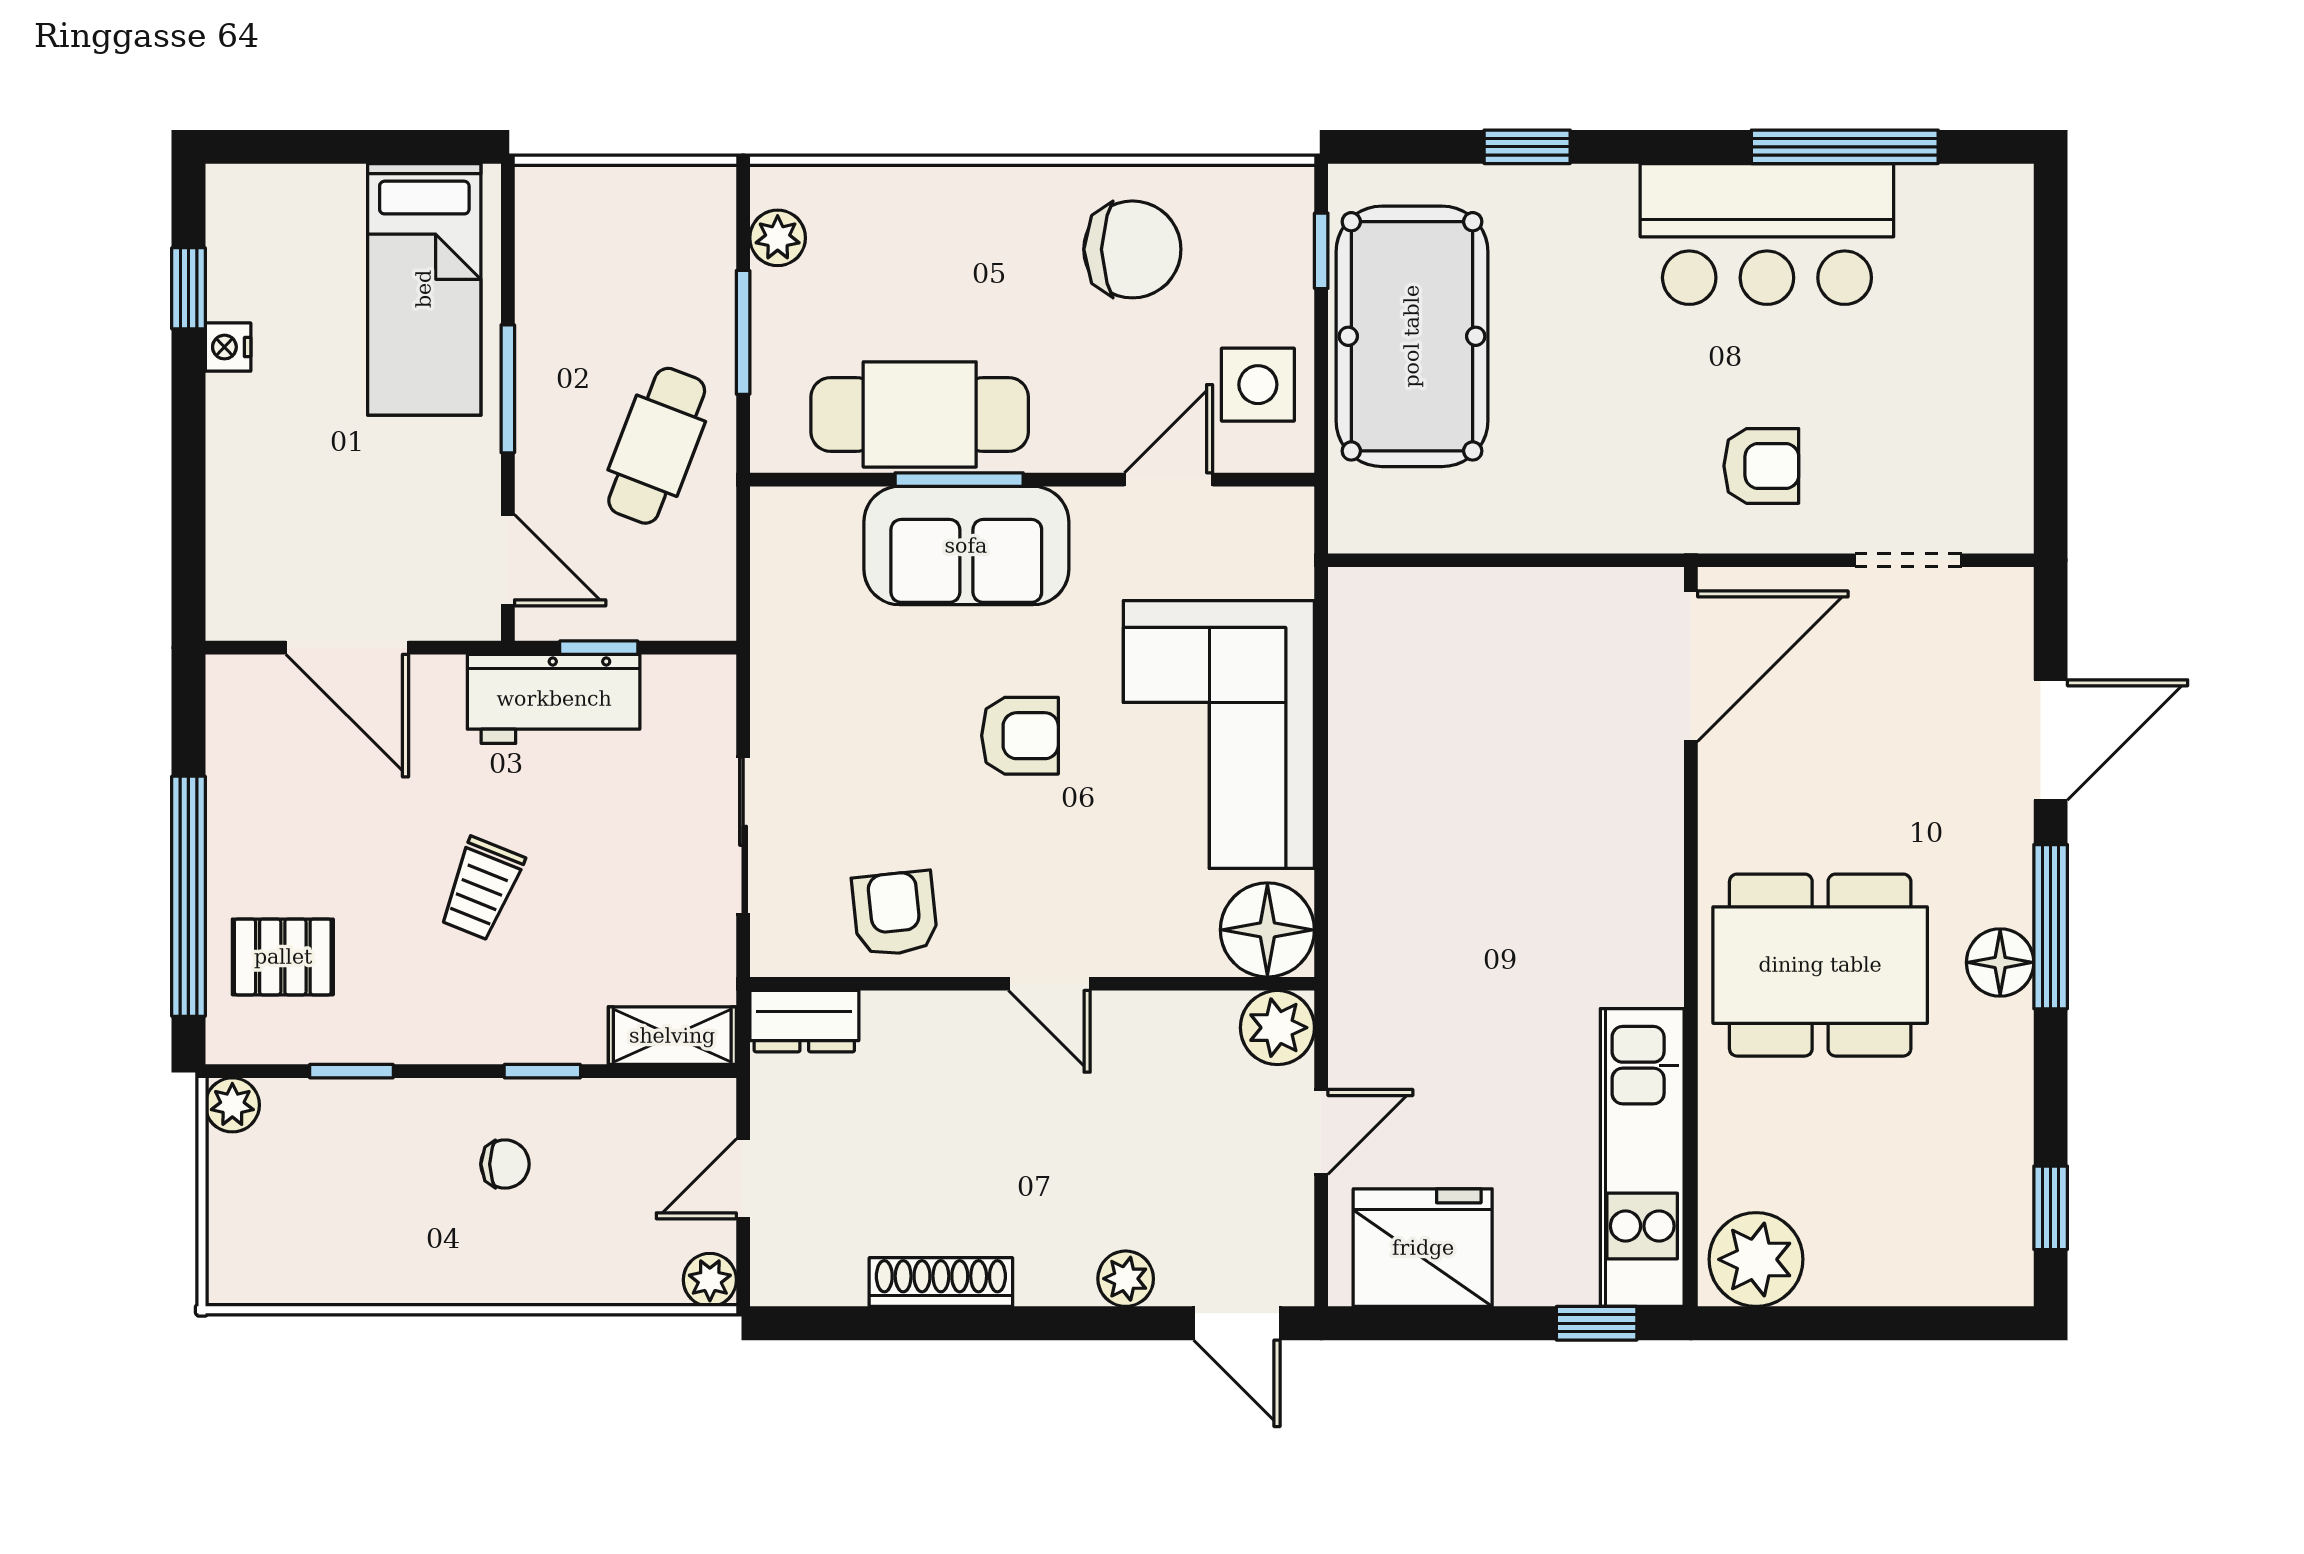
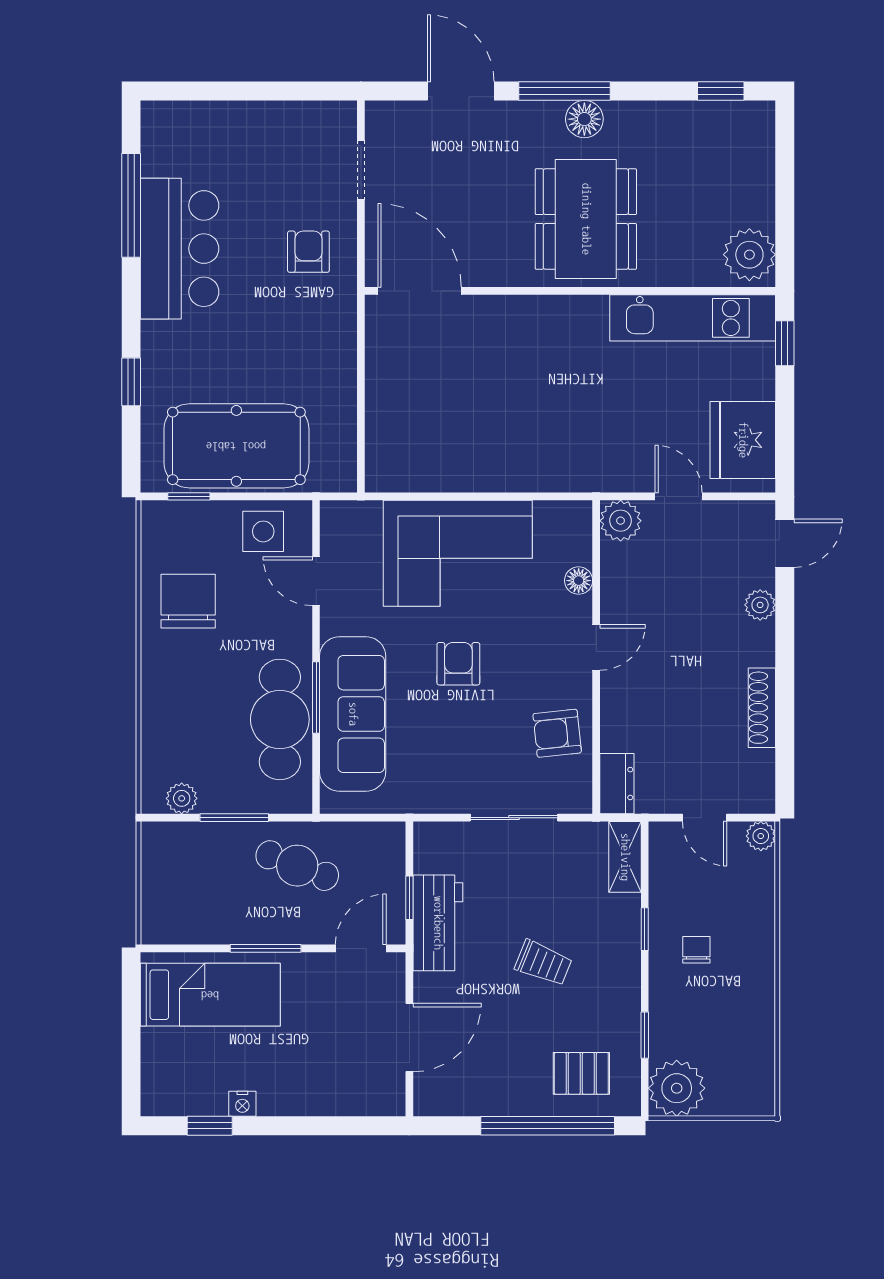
sofa: (966, 546) -> (353, 714), width x1.36
floor lamp: (1267, 930) -> (579, 581), moved, width x0.53, depth x0.53
pallet: (283, 957) -> (581, 1073), turned 90
plant: (232, 1105) -> (677, 1088), width x1.88, depth x1.88

